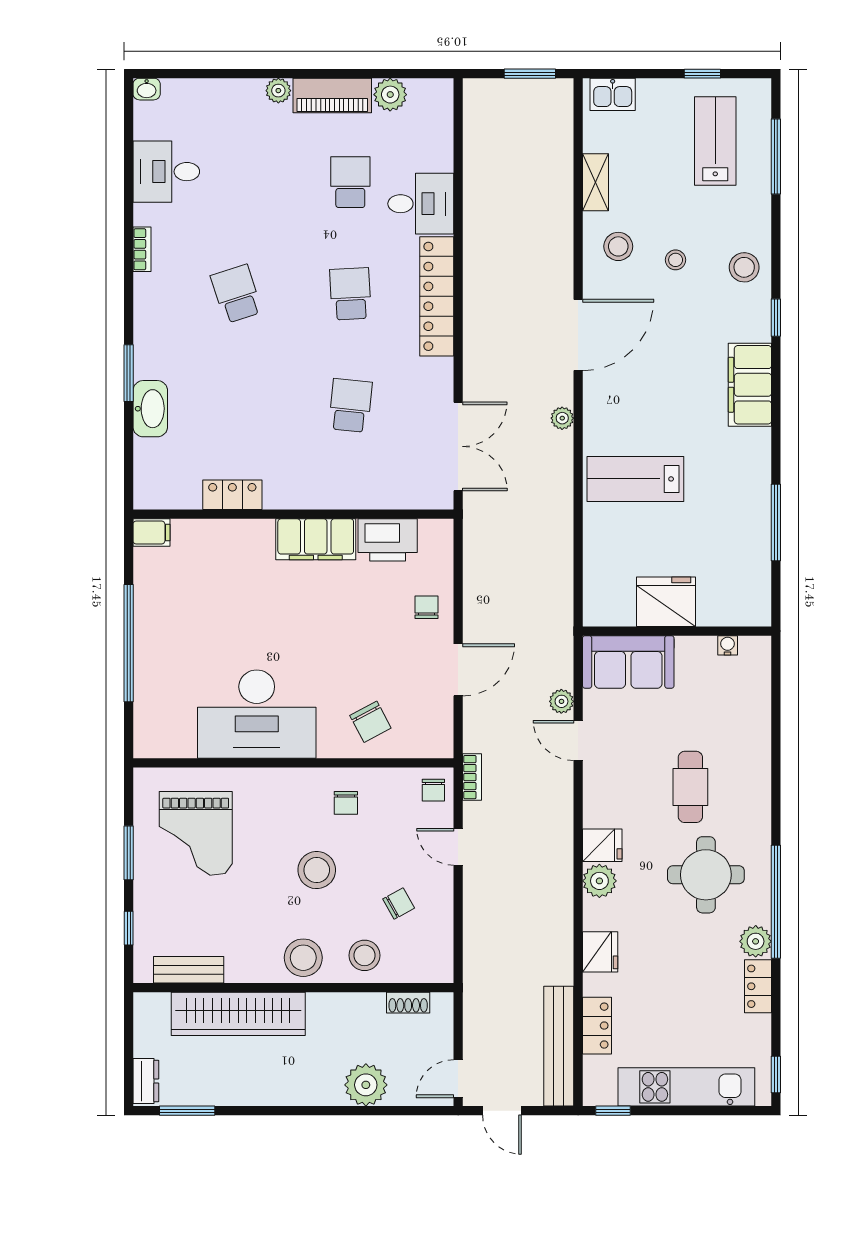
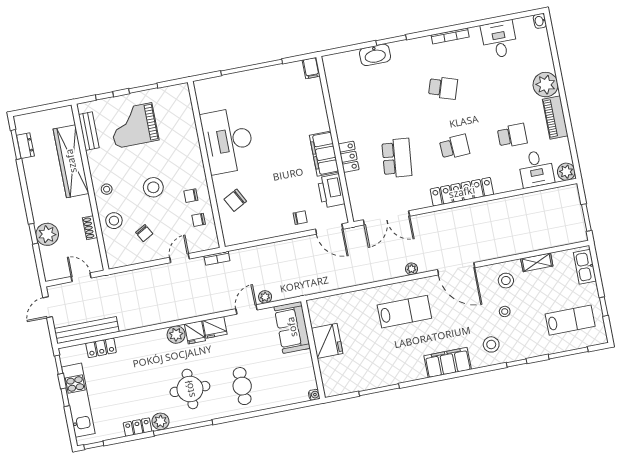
plant: (278, 91) -> (546, 85), width x1.87, depth x1.87
kitchen sink: (613, 94) -> (585, 267), width x1.38
plant: (390, 95) -> (566, 172), moved
desk: (421, 204) -> (536, 169), moved
bookcase: (142, 249) -> (450, 36), width x1.56
stool: (744, 267) -> (491, 344), moved
school desk: (236, 294) -> (443, 88), turned 36
window: (776, 318) -> (517, 363), moved
school desk: (350, 405) -> (397, 158), width x1.85
lab bench: (635, 479) -> (404, 312), moved, turned 90
locker: (232, 495) -> (349, 157), moved
water cooler: (728, 645) -> (314, 395), moved
door: (458, 670) -> (329, 229), moved
cafe table: (690, 787) -> (242, 386), moved, turned 90
chair: (433, 790) -> (199, 220), moved
grand piano: (196, 833) -> (134, 125), moved
fridge: (600, 952) -> (215, 327), moved
stool: (303, 958) -> (107, 189), width x0.53, depth x0.53
shoe rack: (408, 1003) -> (90, 228), moved
door: (458, 1079) -> (81, 277), moved
dresser: (146, 1081) -> (25, 146), moved, turned -90
window: (360, 1111) -> (33, 234), added
window: (676, 1111) -> (65, 397), added

